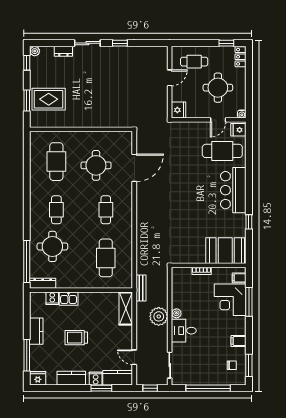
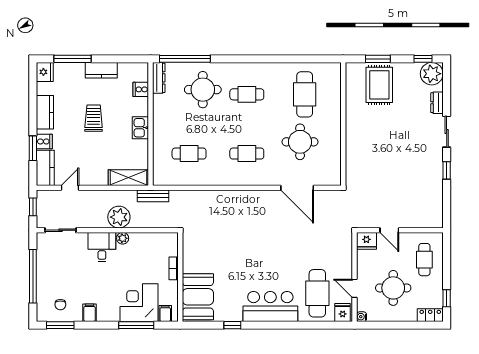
plant: (35, 51) -> (432, 74), width x1.87, depth x1.87
door: (170, 78) -> (389, 230), moved
cafe table: (56, 162) -> (305, 94), turned 90
cafe table: (106, 258) -> (189, 154), width x0.73, depth x0.74
kitchen sink: (69, 299) -> (140, 128), moved

